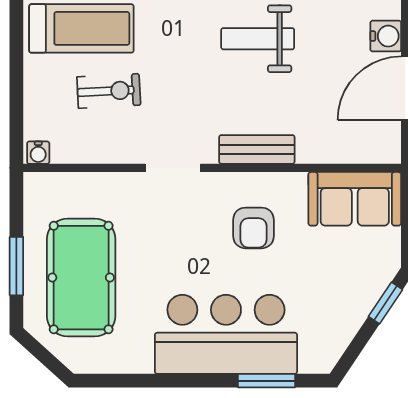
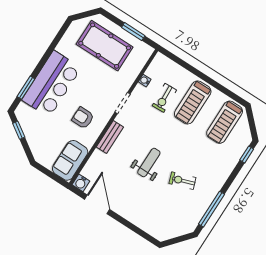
water cooler: (386, 36) -> (81, 183), moved
water cooler: (38, 153) -> (145, 81), moved
window: (16, 266) -> (133, 32), moved
window: (385, 303) -> (19, 130), moved

